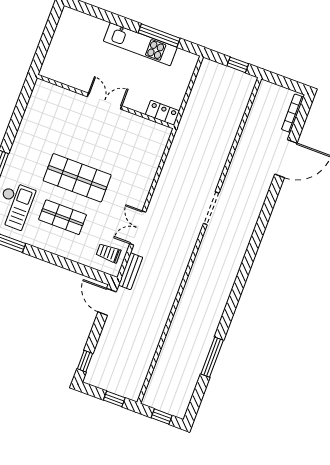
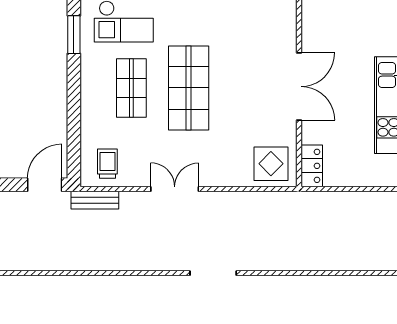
double door: (104, 101) -> (299, 86), width x1.37
display table: (151, 140) -> (271, 164), added
double door: (138, 228) -> (175, 189), moved

